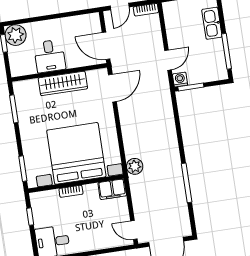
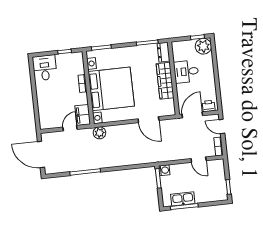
kitchen sink: (212, 23) -> (183, 199), moved
printer: (93, 25) -> (209, 106), added
door: (168, 60) -> (199, 160), moved
dresser: (26, 87) -> (163, 52), added
door: (112, 88) -> (148, 120), moved
door: (134, 230) -> (70, 128), moved

